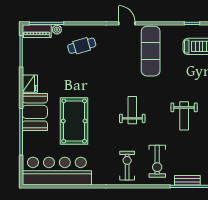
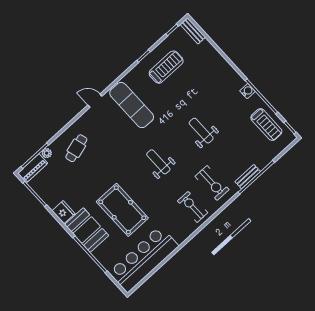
weight bench: (184, 116) -> (201, 131), turned 180

